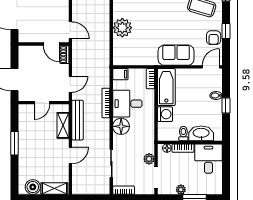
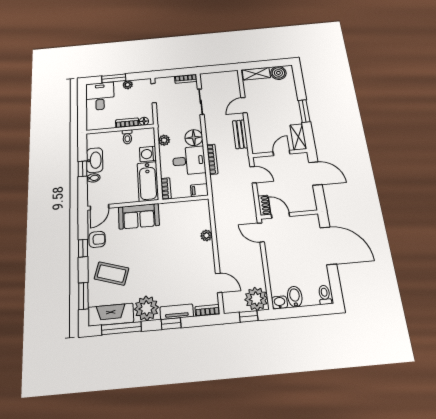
plant: (122, 28) -> (206, 235), width x0.53, depth x0.53
armchair: (214, 38) -> (97, 239), turned 90
door: (70, 84) -> (253, 175), swing flipped
bench: (78, 120) -> (240, 134), width x0.73
shelving: (63, 125) -> (298, 137), moved
washbasin: (201, 133) -> (95, 160), moved, turned -90
plant: (149, 159) -> (164, 140), moved
desk: (208, 159) -> (100, 96), moved, turned 180

